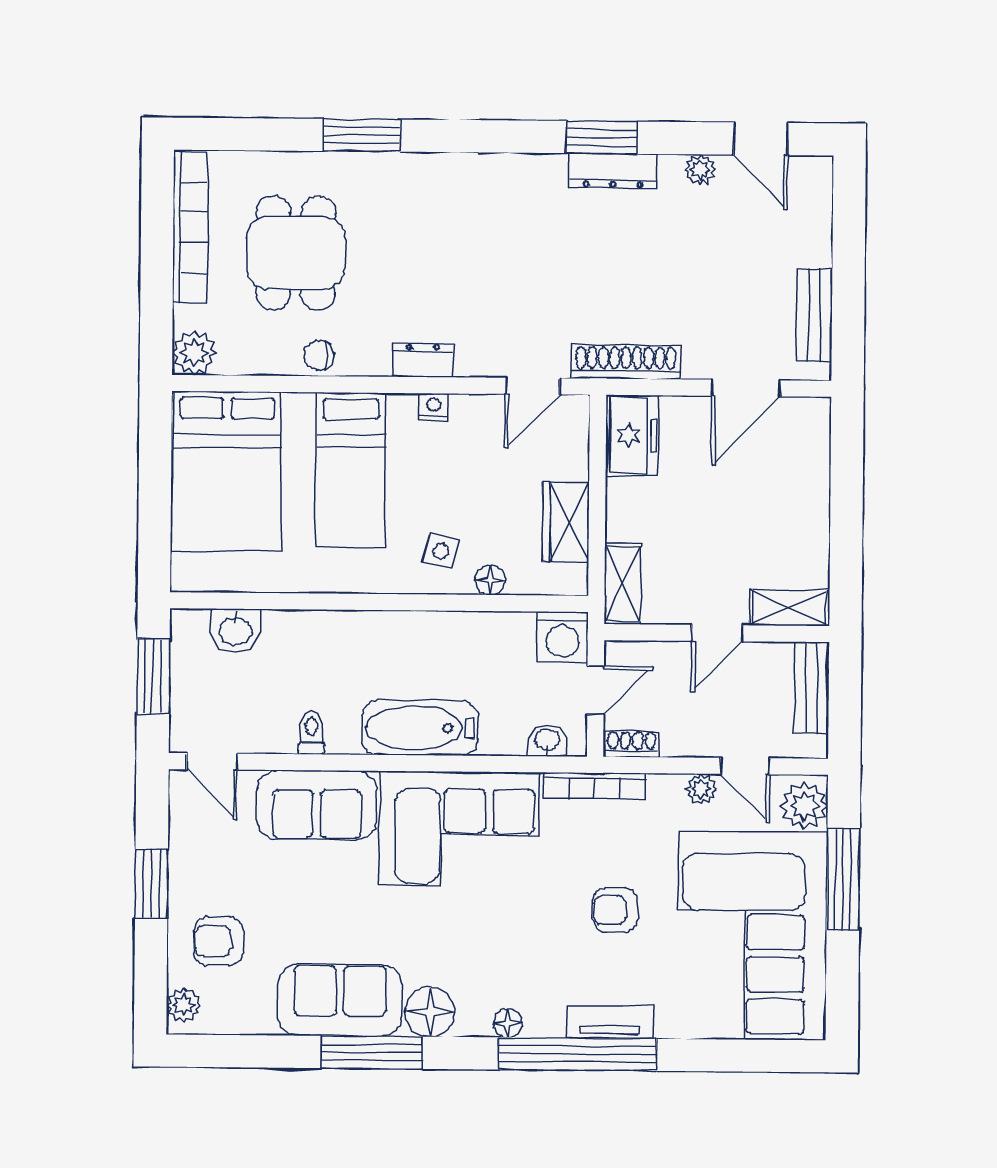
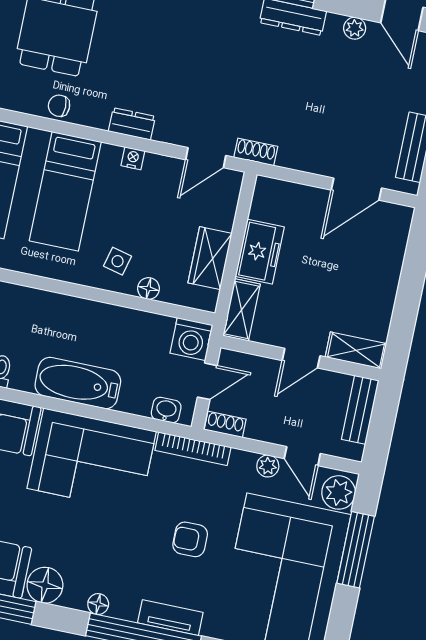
shoe rack: (626, 362) -> (256, 152), width x0.51, depth x0.81
freezer: (632, 436) -> (260, 252), moved

